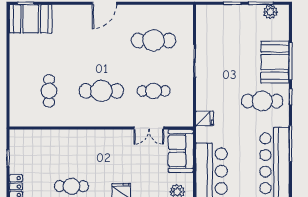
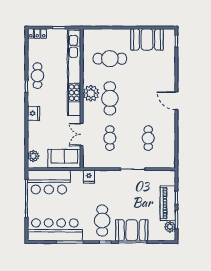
piano: (239, 15) -> (168, 203), added
booth: (31, 19) -> (147, 39), moved, turned 90
cafe table: (154, 40) -> (148, 138), width x0.73, depth x0.74
cafe table: (49, 91) -> (110, 59), width x1.37, depth x1.35
plant: (95, 116) -> (91, 93), added
kitchen unit: (68, 138) -> (74, 73), added

